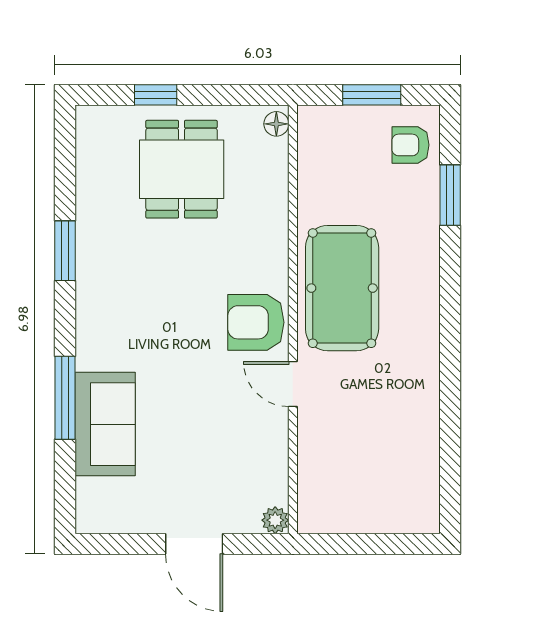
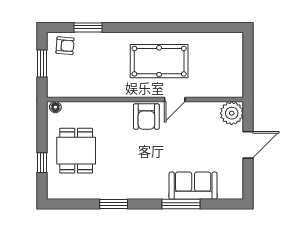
armchair: (411, 145) -> (65, 46), turned -86
dining table: (182, 169) -> (76, 151), turned 90
pool table: (342, 288) -> (159, 61), moved
plant: (275, 520) -> (232, 113), width x1.88, depth x1.88

